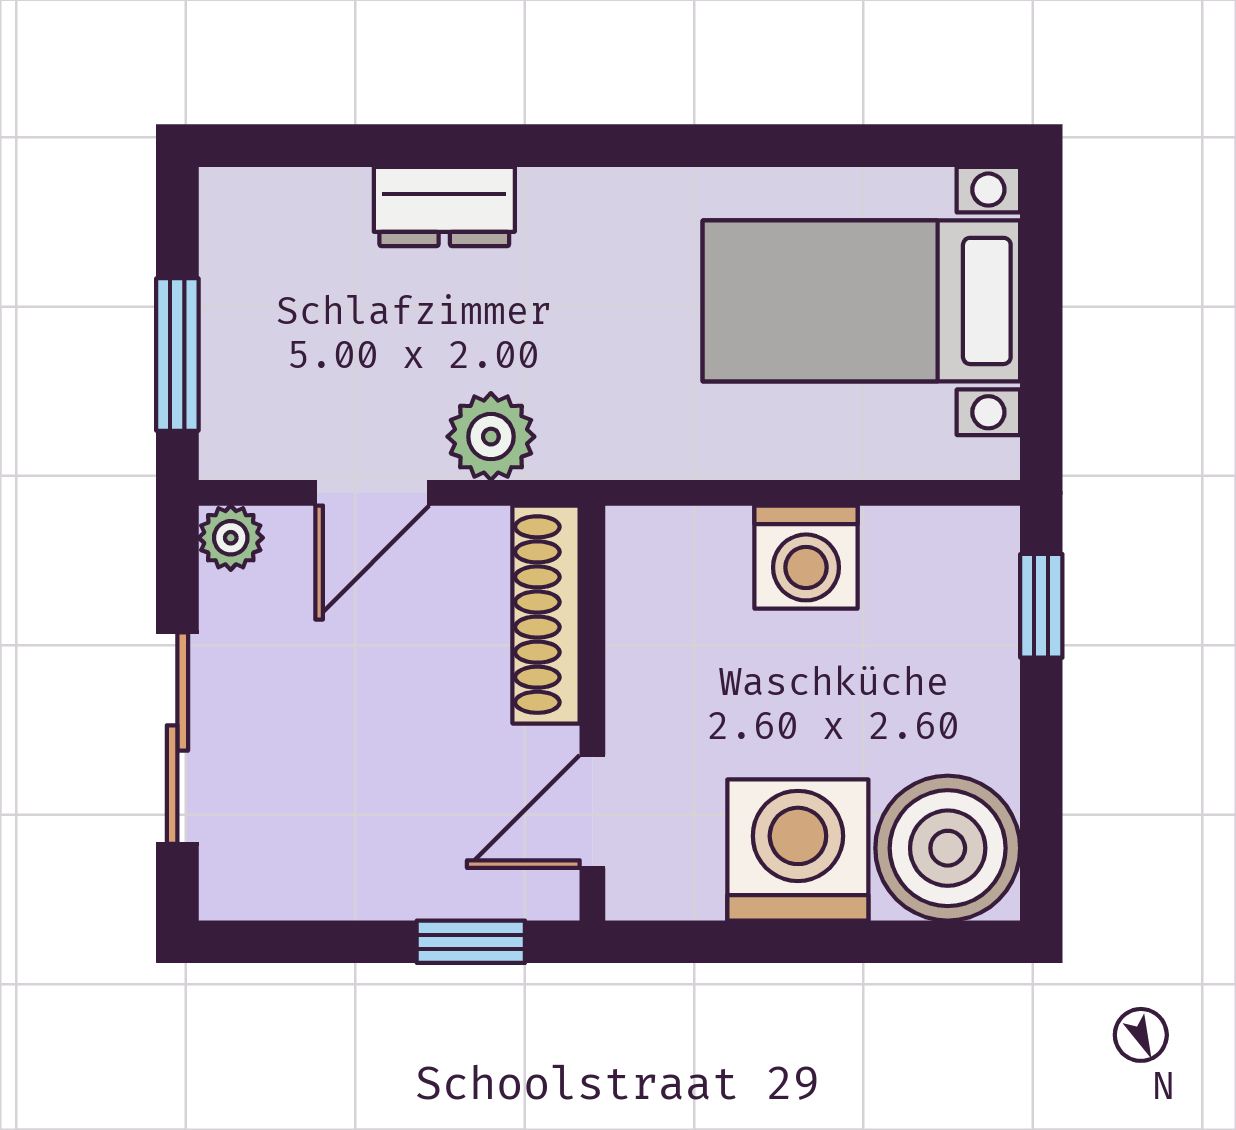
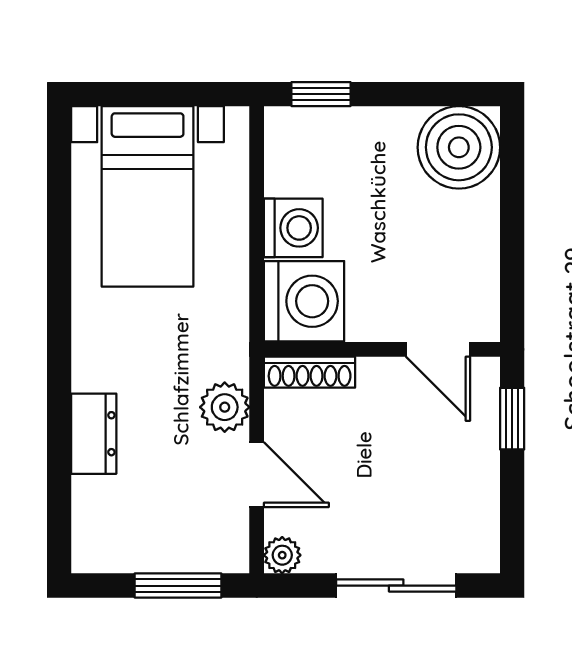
shoe rack: (546, 615) -> (310, 372), width x0.74, depth x0.81
washing machine: (798, 850) -> (304, 301), moved, turned 180

